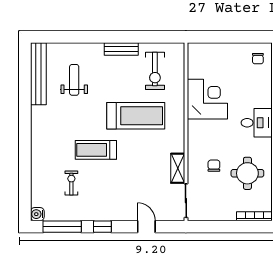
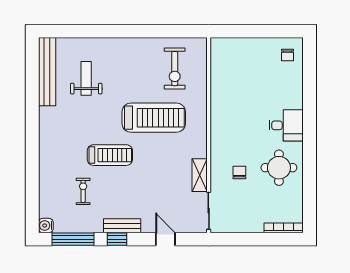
bench: (121, 49) -> (122, 226), moved
corner desk: (207, 99) -> (232, 100), removed
treadmill: (96, 150) -> (110, 155), turned 180
round table: (247, 173) -> (279, 168), moved

